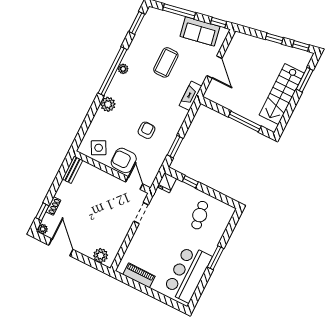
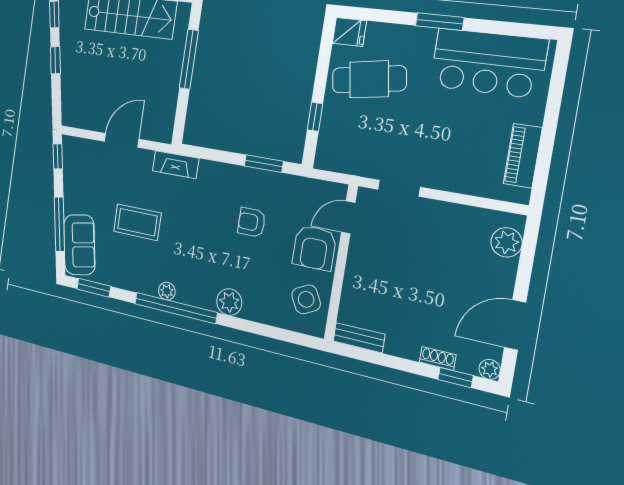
sofa: (200, 31) -> (79, 245), moved
fridge: (167, 183) -> (349, 32), moved
cafe table: (200, 215) -> (369, 79), width x1.37, depth x1.35

